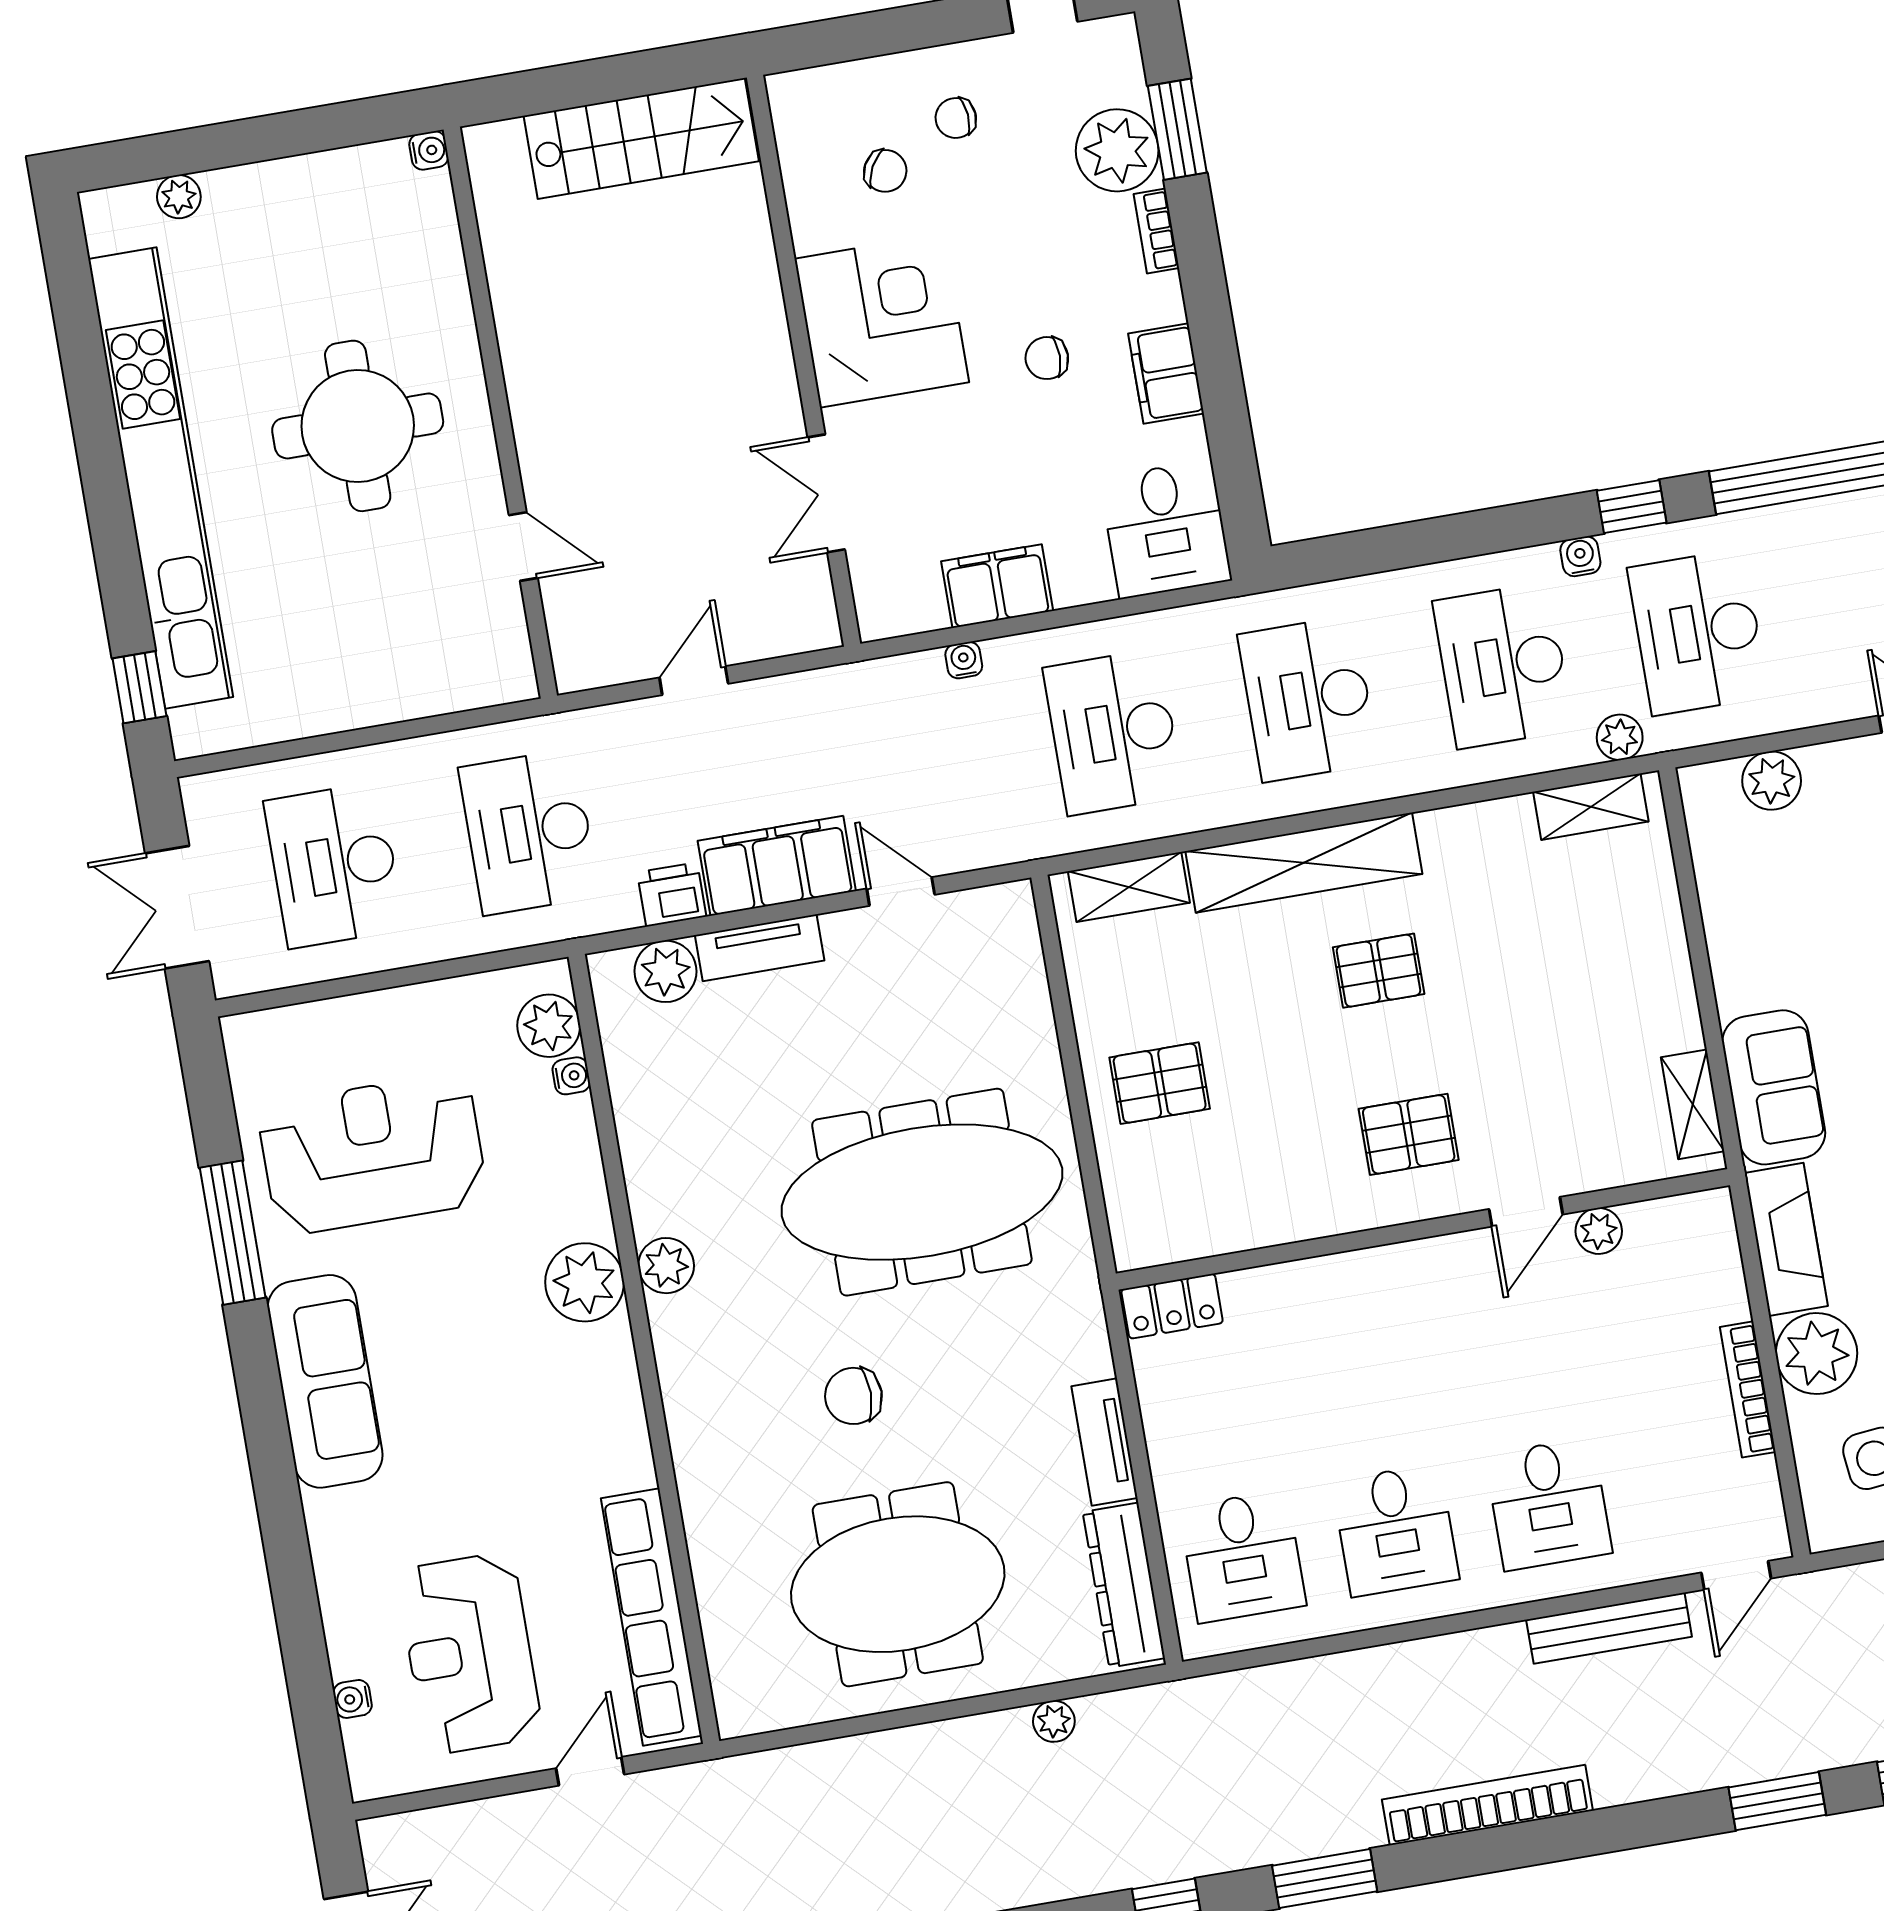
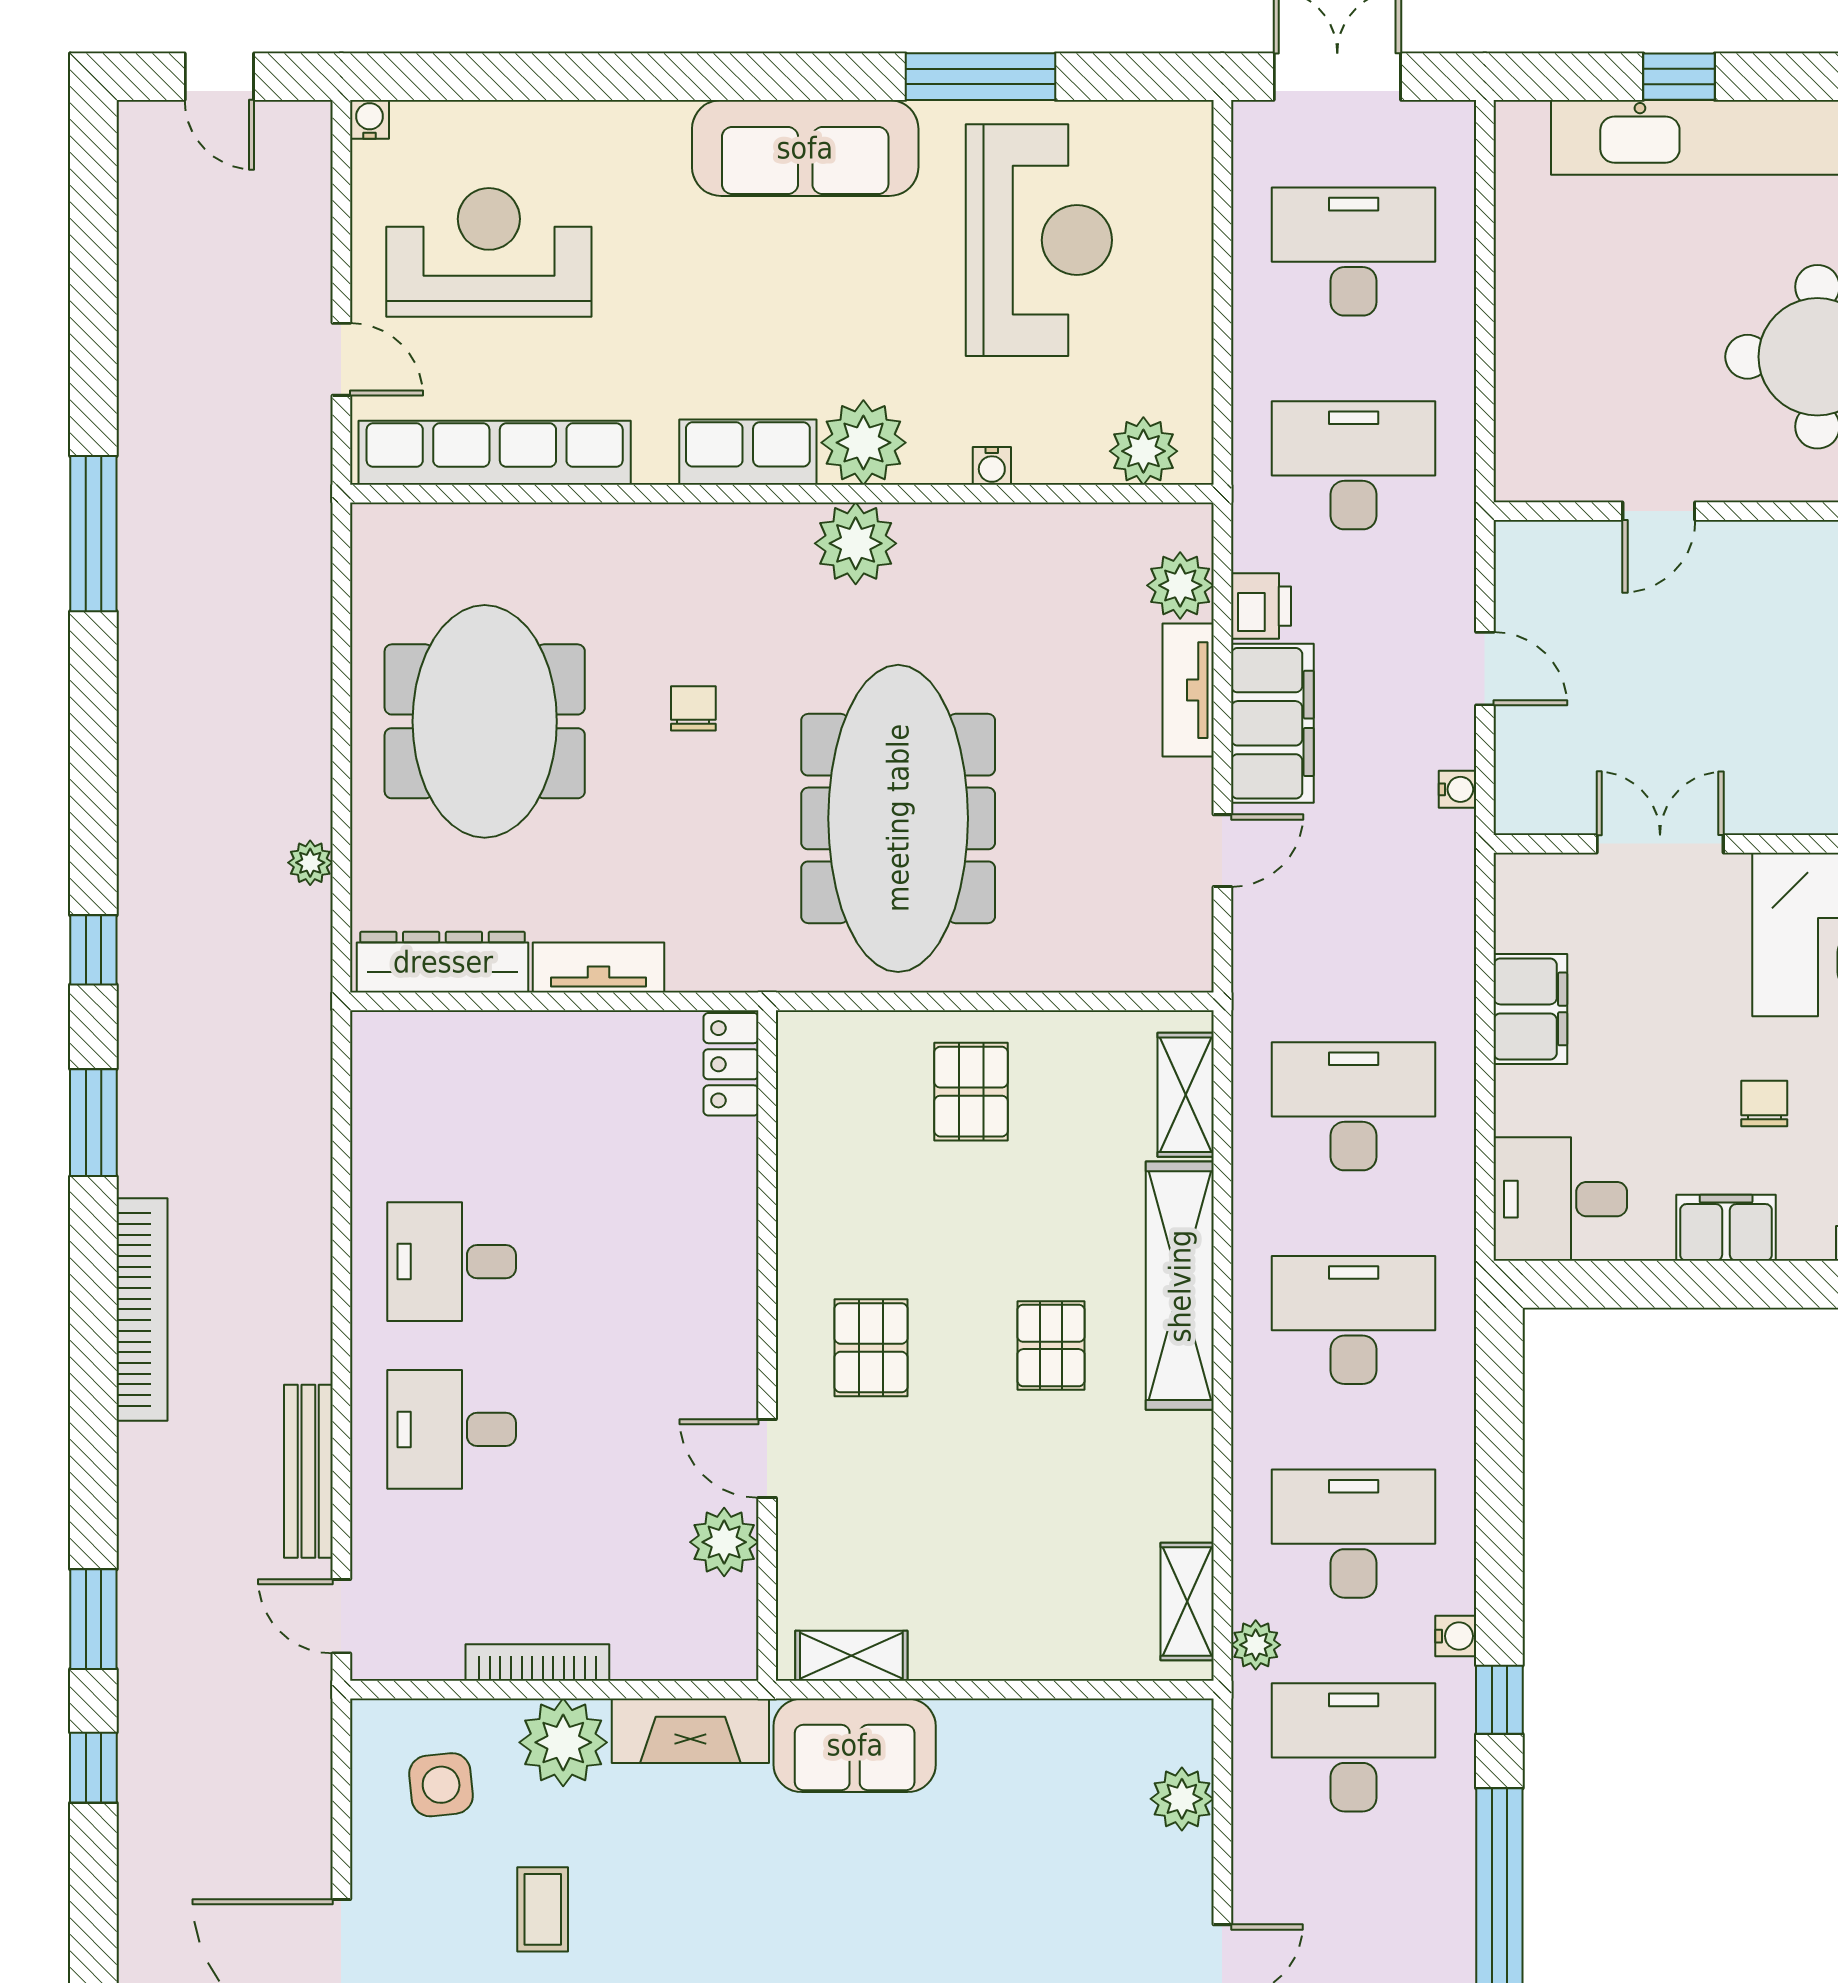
water cooler: (964, 660) -> (1457, 789), moved
window: (139, 687) -> (1679, 77), moved
water cooler: (571, 1076) -> (992, 466), moved
plant: (1599, 1231) -> (724, 1542), width x1.38, depth x1.38
plant: (666, 1266) -> (856, 543), width x1.36, depth x1.36
row of seats: (611, 1386) -> (748, 452), added
chair: (853, 1396) -> (693, 708), width x0.73, depth x0.73
desk: (1243, 1556) -> (452, 1094), removed
water cooler: (353, 1699) -> (370, 119), moved

